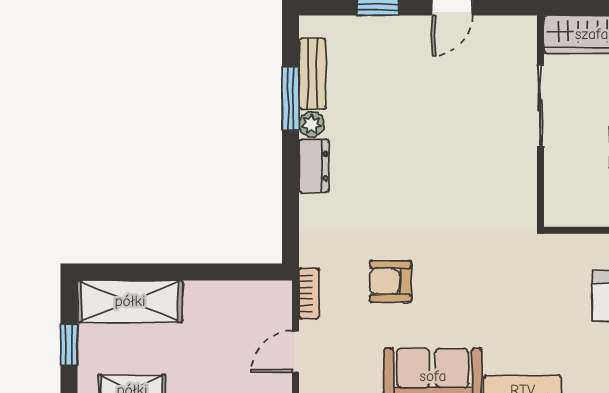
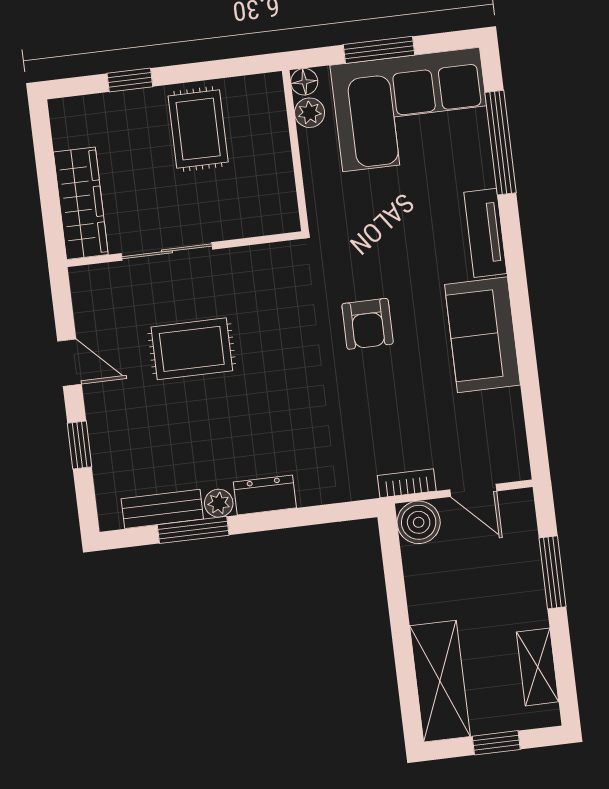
rug: (451, 117) -> (192, 349), added
armchair: (391, 281) -> (368, 324), moved
boiler: (273, 300) -> (419, 522), added

